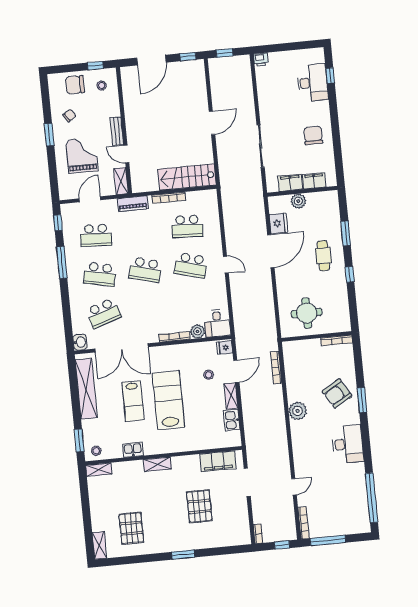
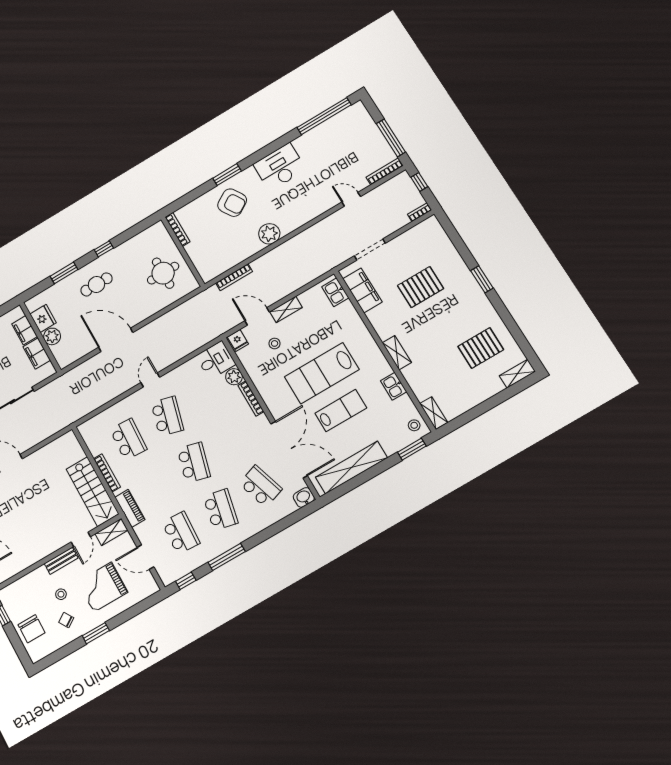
stool: (102, 86) -> (61, 594), moved
stairs: (187, 177) -> (92, 492), moved
fridge: (278, 223) -> (43, 318), moved, turned 90
kitchen sink: (232, 420) -> (335, 292), moved, turned 90

